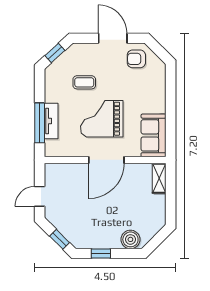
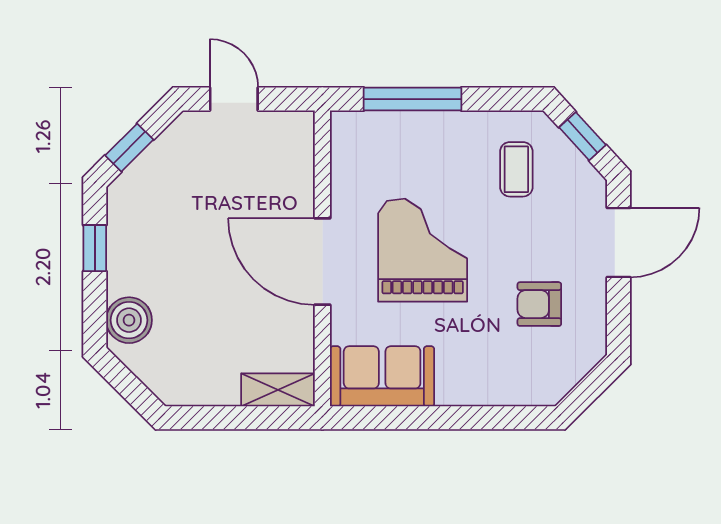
door: (113, 38) -> (618, 243), moved
armchair: (136, 59) -> (539, 304), moved, turned -90
coffee table: (84, 82) -> (516, 169), moved
tv unit: (51, 121) -> (417, 127), removed

